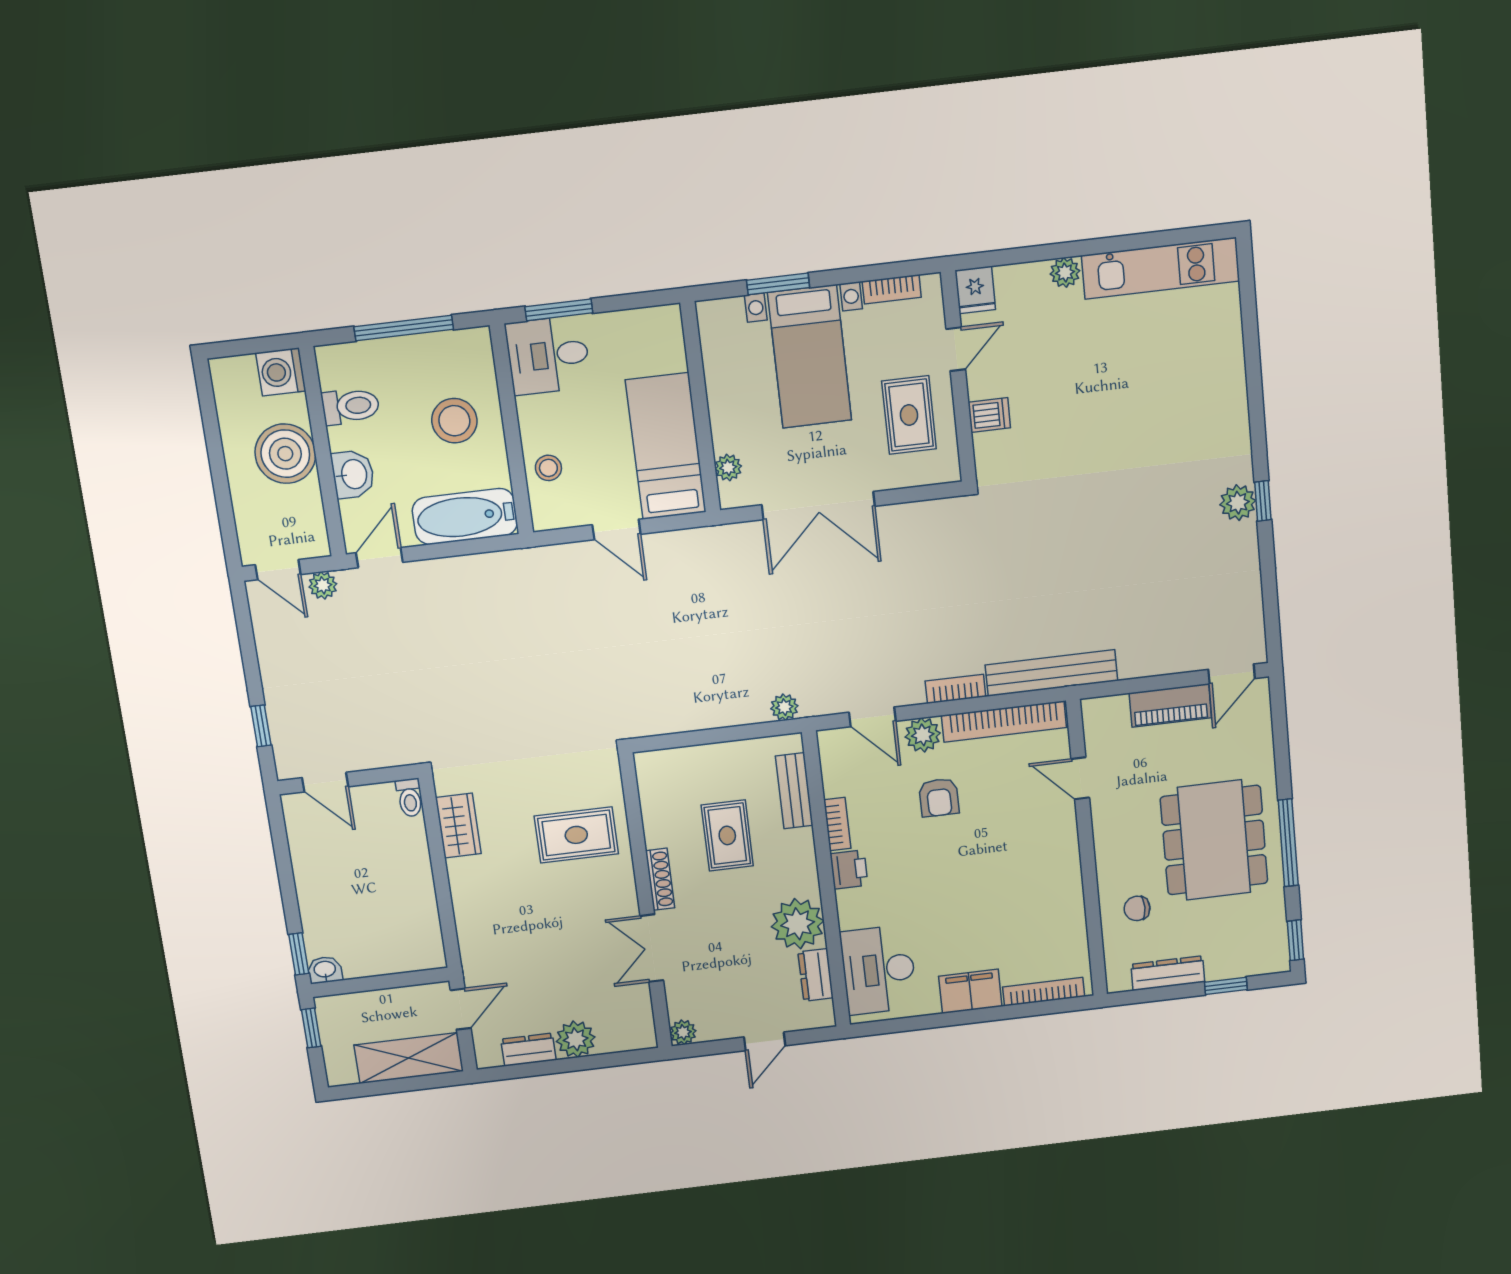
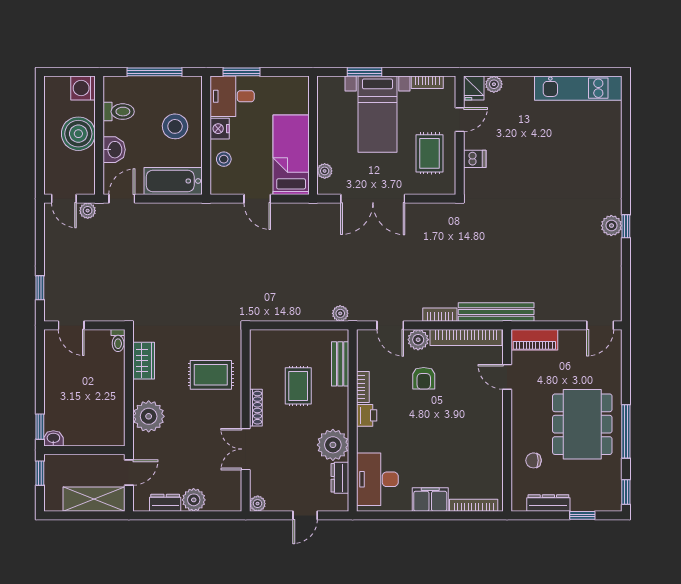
plant: (1065, 272) -> (494, 84), moved
nightstand: (534, 415) -> (220, 129), added
piano: (1170, 705) -> (534, 340), moved
plant: (480, 915) -> (149, 416), added

